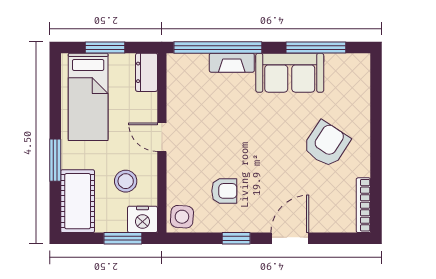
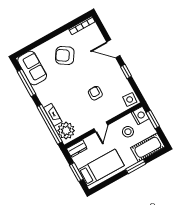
plant: (190, 71) -> (66, 131), added
sofa: (290, 73) -> (32, 68), moved
armchair: (224, 191) -> (95, 93), moved

